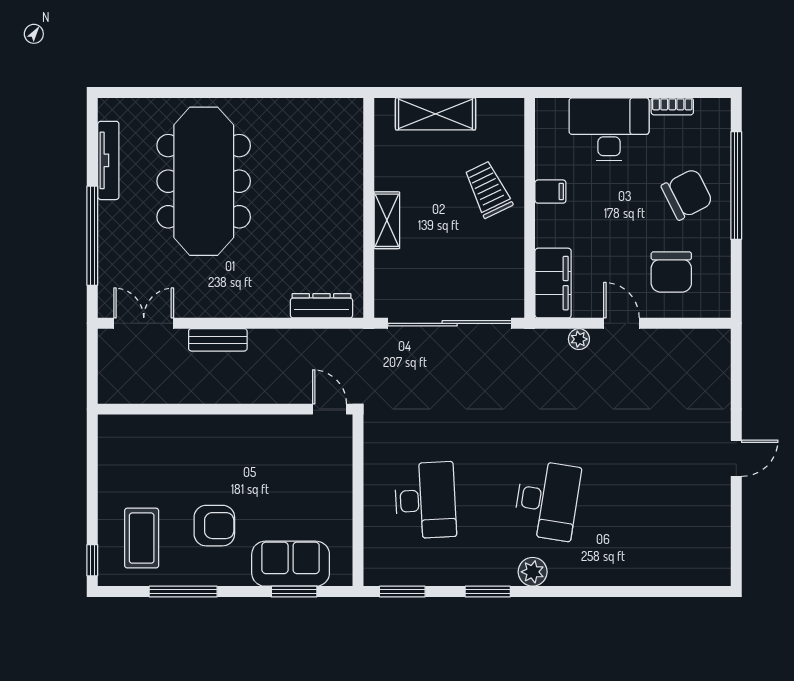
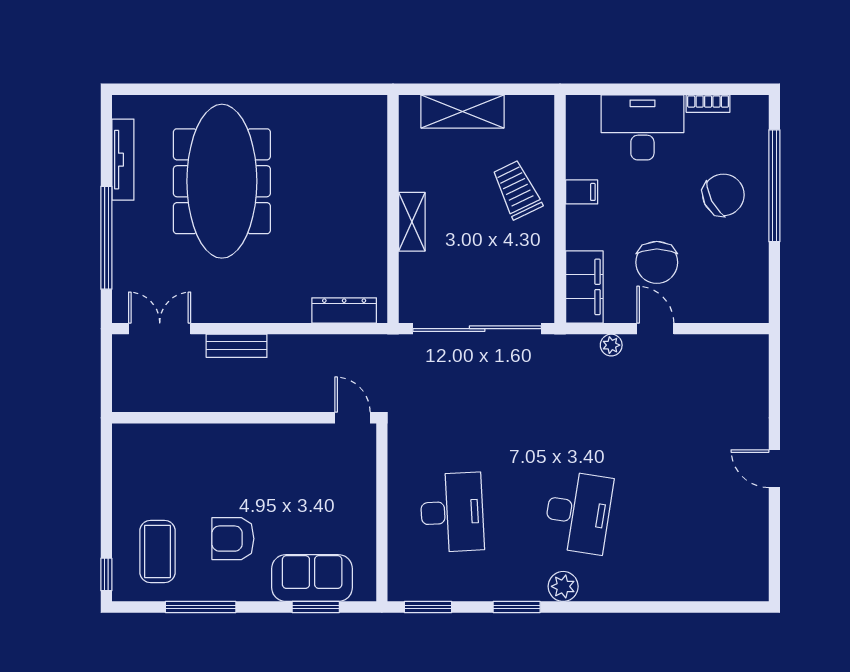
chair: (671, 272) -> (657, 262), moved
door: (736, 458) -> (774, 469), swing flipped
armchair: (214, 526) -> (233, 539), turned 180

